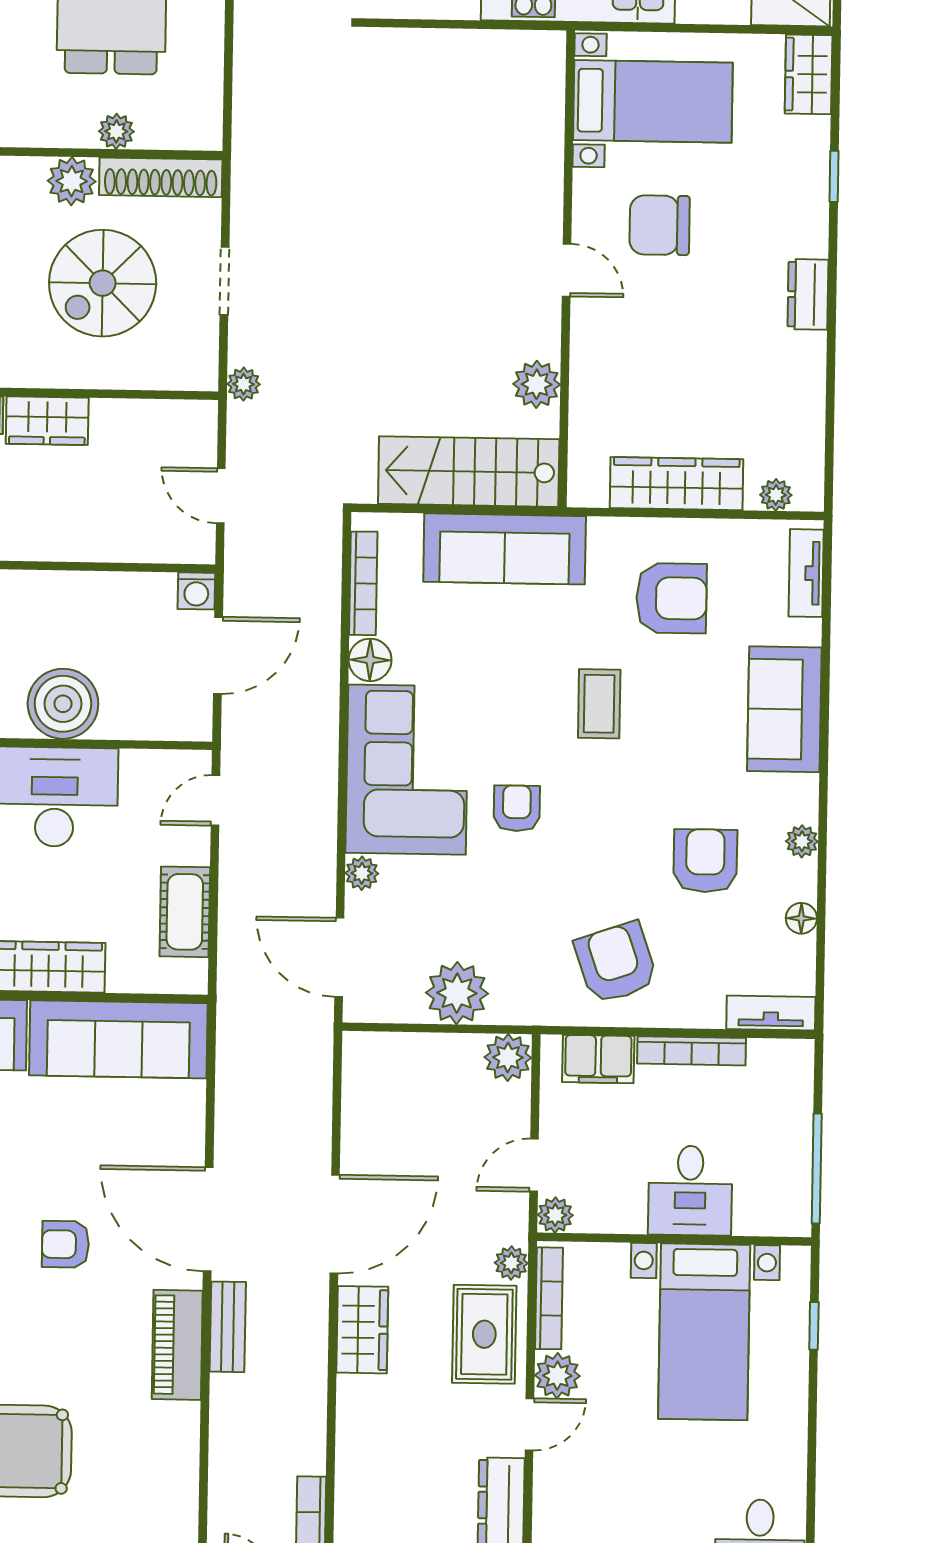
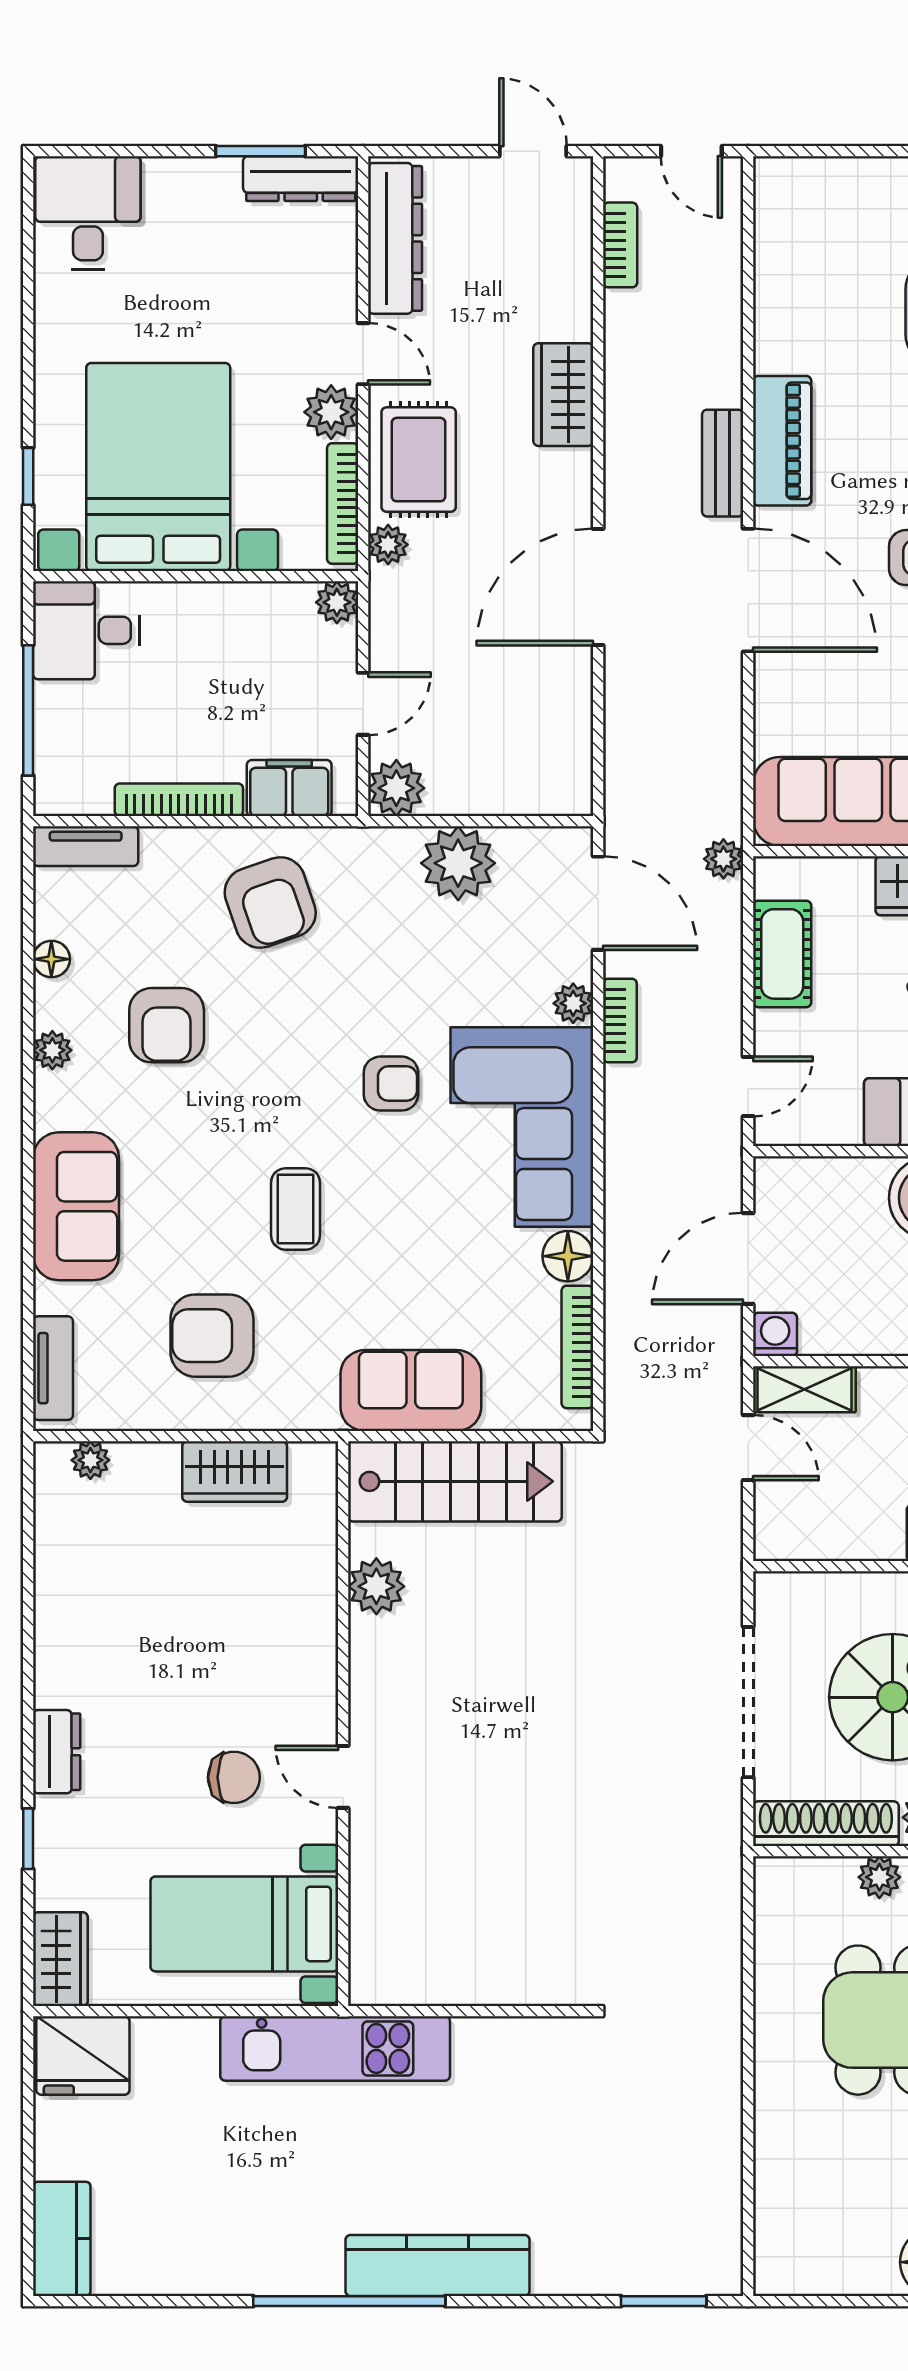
chair: (660, 225) -> (234, 1777), width x0.73, depth x0.73
door: (567, 270) -> (343, 1777), moved
doorway: (225, 281) -> (748, 1702), width x1.88
dresser: (808, 294) -> (57, 1752), moved
plant: (244, 384) -> (723, 859), moved
wardrobe: (676, 484) -> (235, 1471), width x0.67
shelving: (172, 544) -> (804, 1389), added
sofa: (505, 549) -> (411, 1391), width x0.73
armchair: (517, 808) -> (391, 1084), turned -90
bookcase: (323, 858) -> (620, 1021), added
door: (534, 1165) -> (363, 704), moved
window: (817, 1168) -> (28, 710), moved
desk: (690, 1191) -> (86, 630), moved, turned -90
wardrobe: (362, 1330) -> (563, 395), moved
bed with nightstands: (704, 1332) -> (158, 467), width x1.36
door: (529, 1424) -> (363, 354), swing flipped

